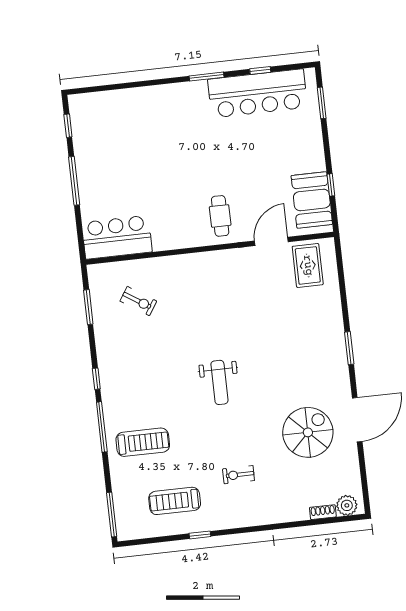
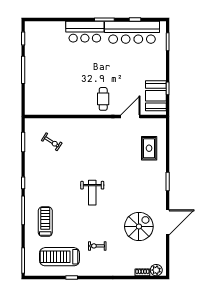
bar counter: (117, 237) -> (85, 32), moved, turned 180
rug: (308, 265) -> (149, 148), moved
treadmill: (143, 442) -> (45, 222), turned -90
treadmill: (175, 501) -> (59, 257), width x1.37, depth x1.38

